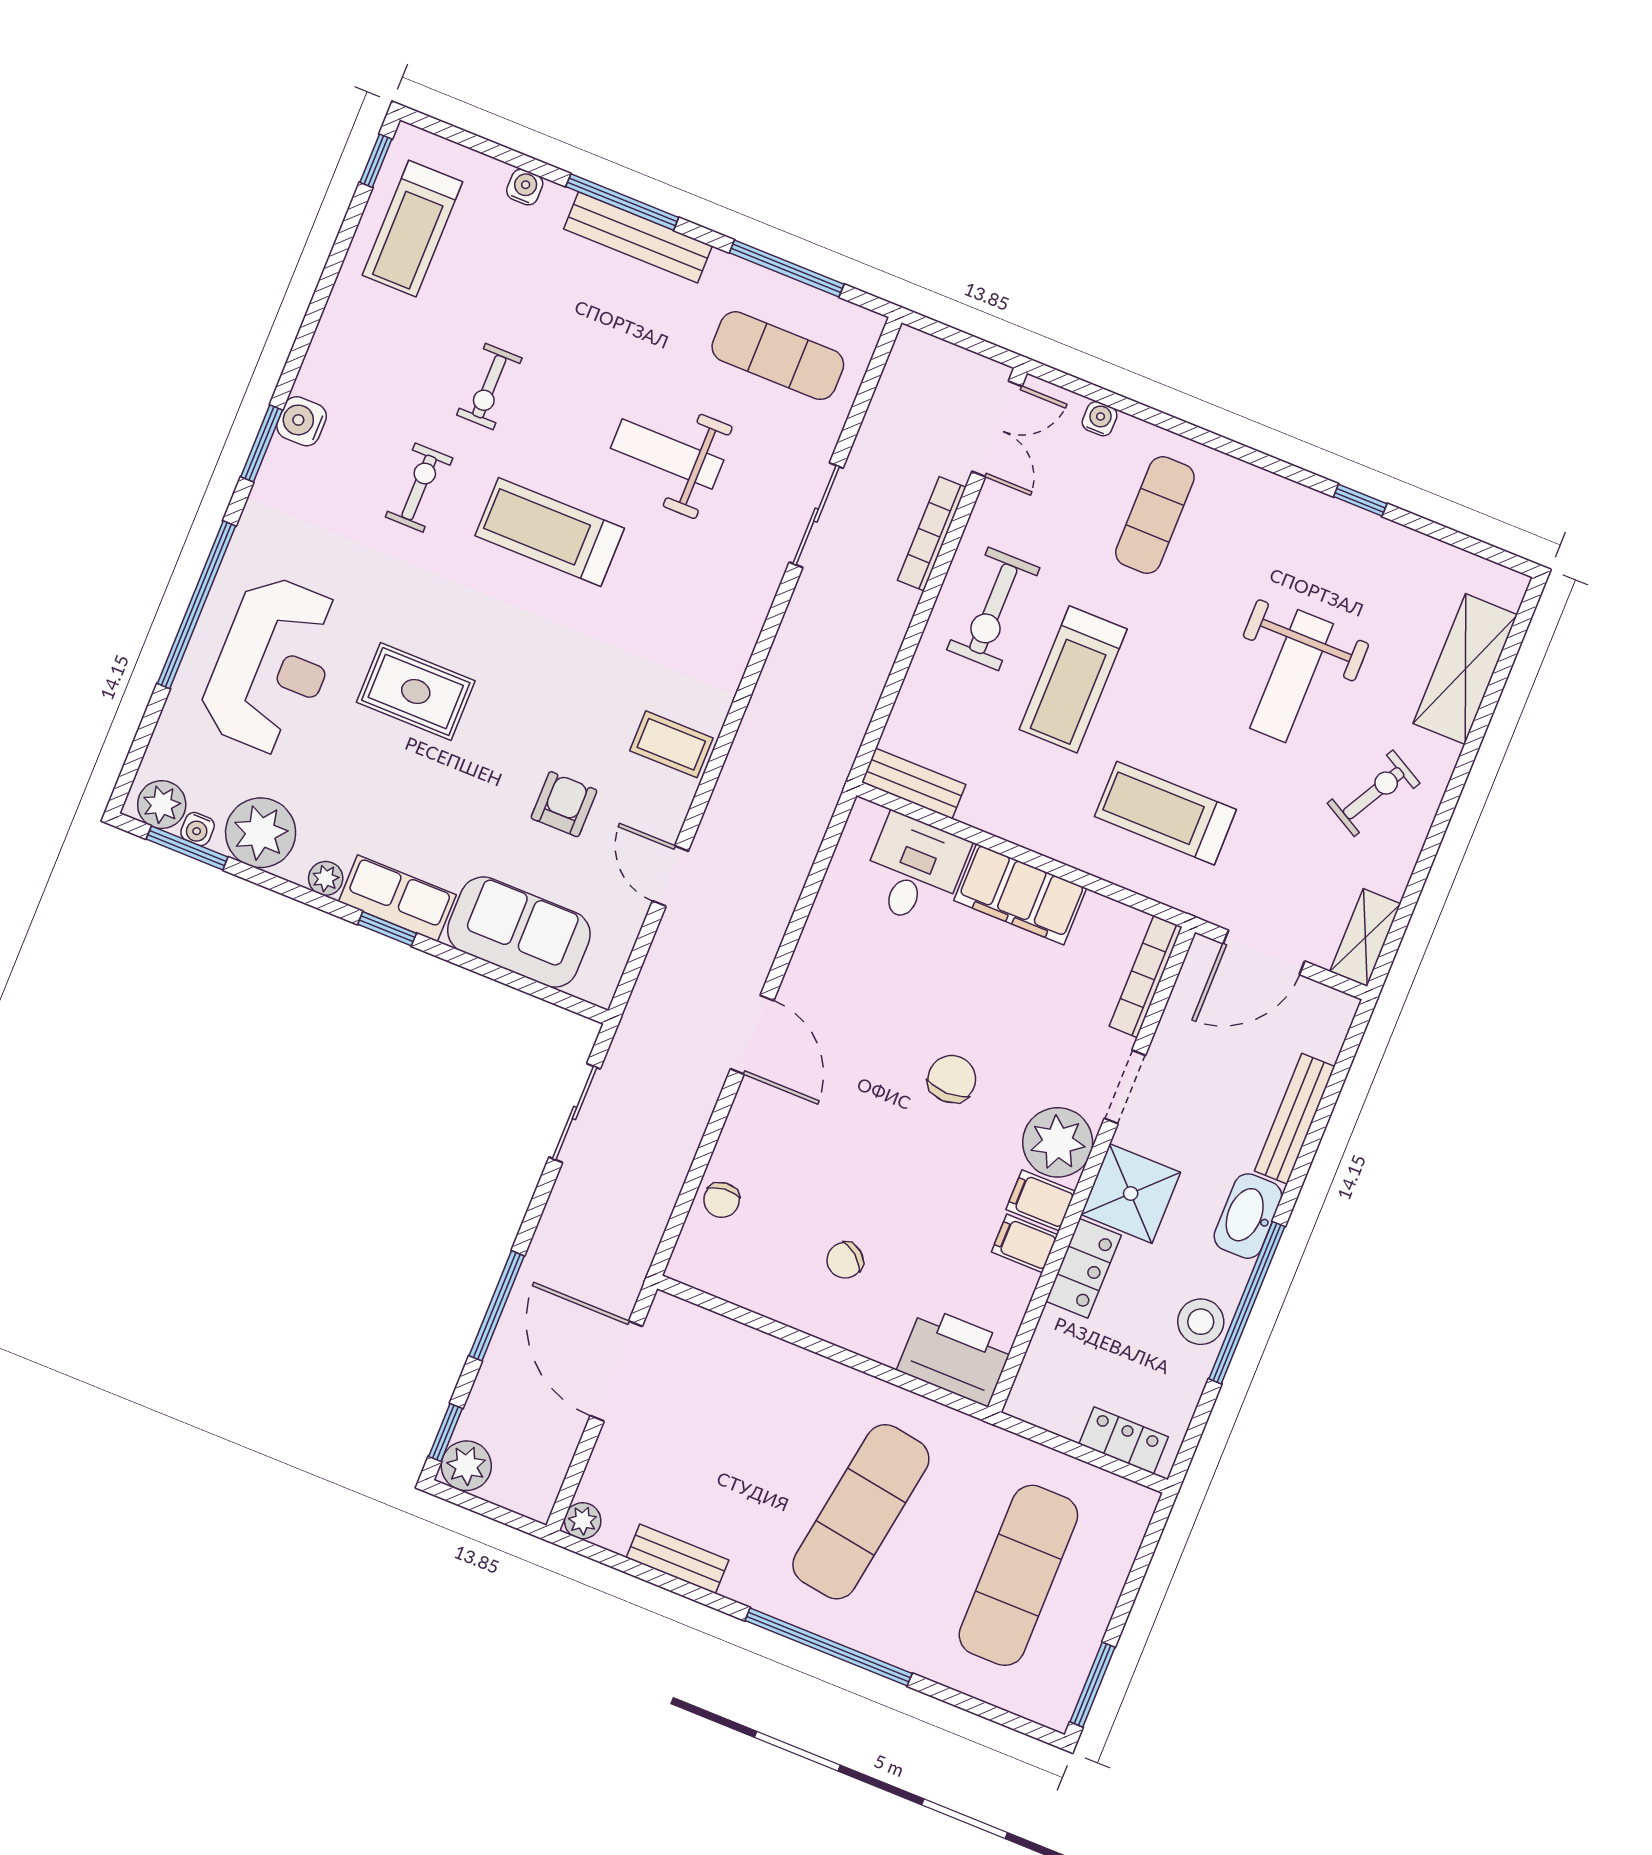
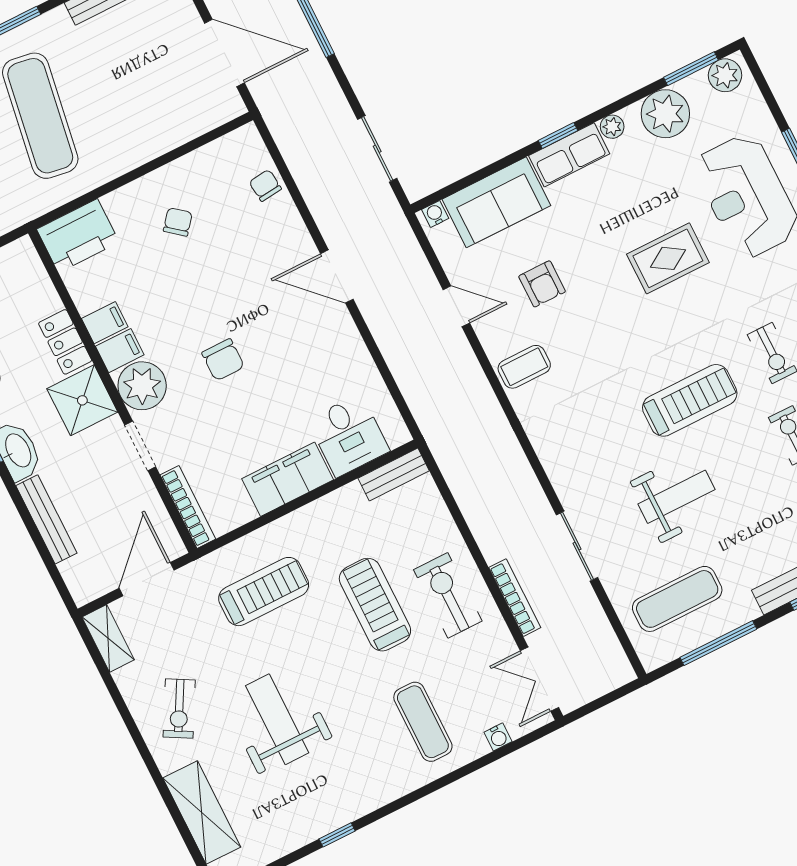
water cooler: (198, 829) -> (435, 214), moved

